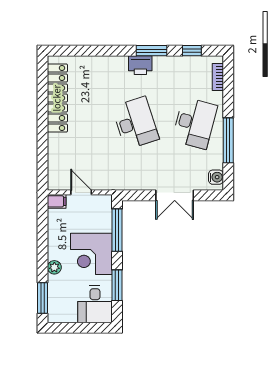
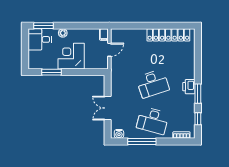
window: (117, 230) -> (86, 72), removed
desk: (95, 304) -> (40, 39), moved

